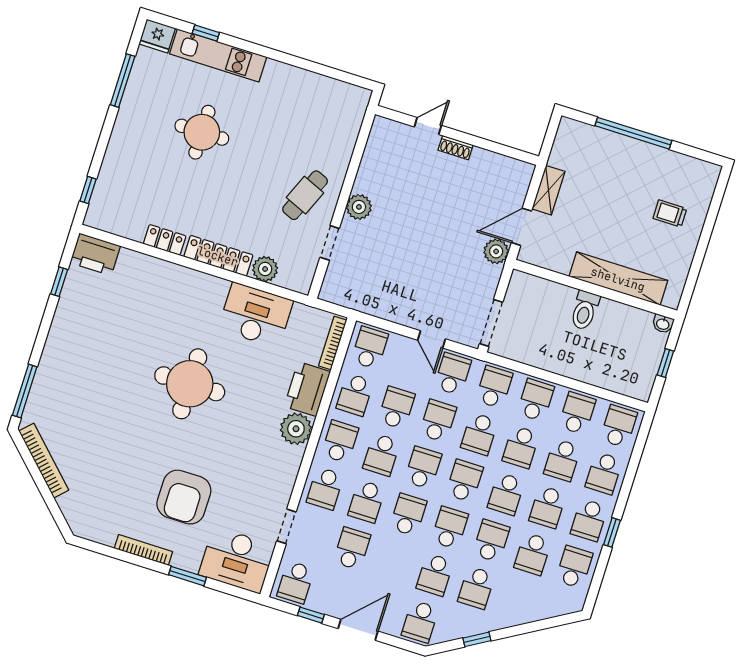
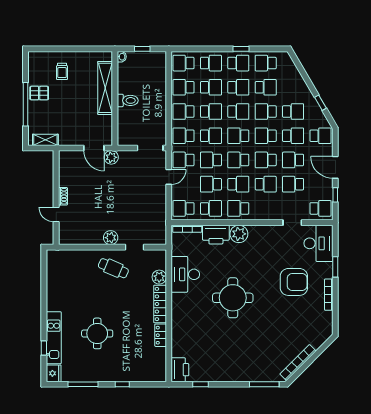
pallet: (645, 163) -> (39, 93), added
window: (88, 190) -> (122, 384), moved
shelving: (548, 190) -> (45, 140), moved
school desk: (325, 488) -> (293, 160), moved, turned 180

